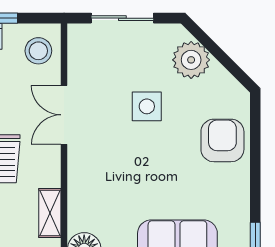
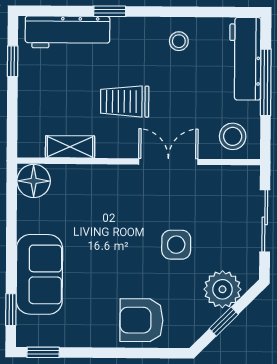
window: (223, 58) -> (224, 321), added
armchair: (222, 140) -> (141, 320), turned 180

